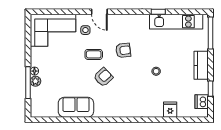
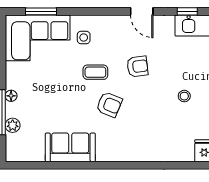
window: (55, 12) -> (41, 11), added
door: (99, 12) -> (142, 11), moved
armchair: (103, 77) -> (109, 105), turned 66
plant: (35, 81) -> (13, 125), moved

